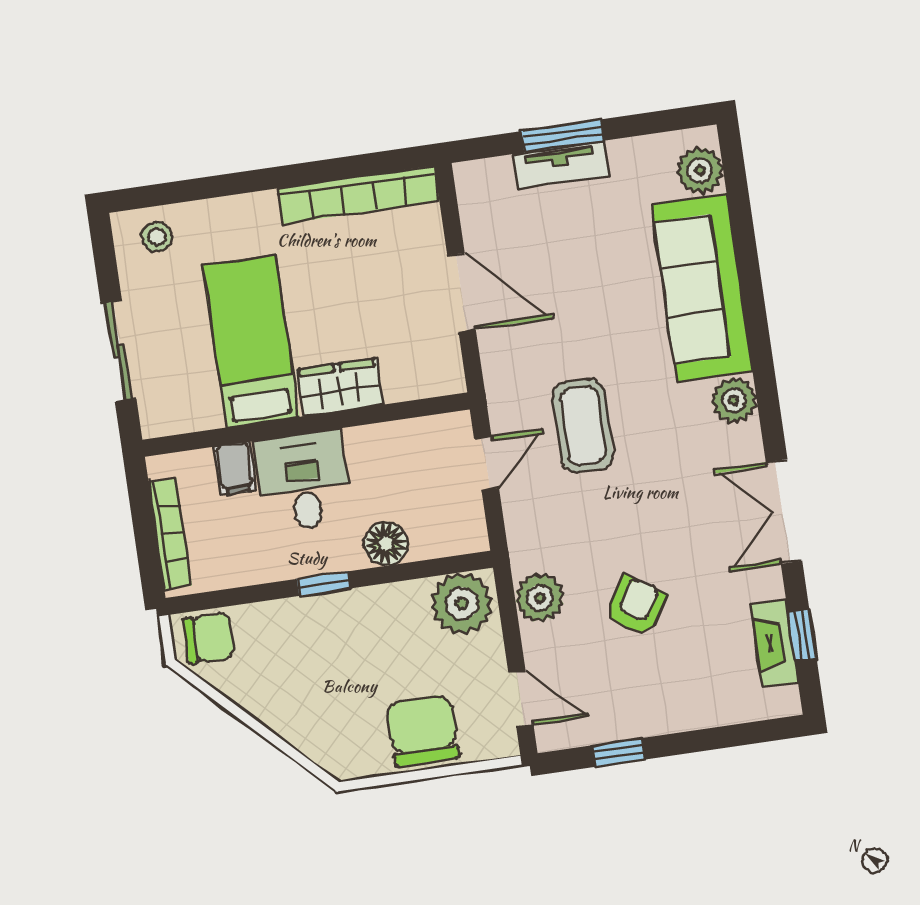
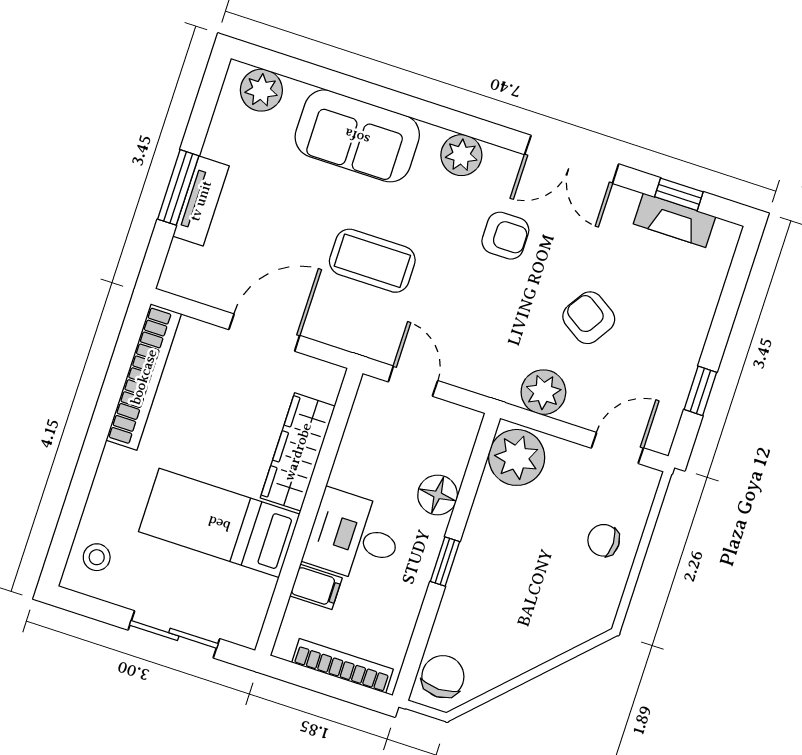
sofa: (702, 288) -> (357, 136), width x0.73
wardrobe: (340, 387) -> (298, 452), width x1.50
coffee table: (583, 426) -> (372, 261), moved
armchair: (676, 483) -> (505, 236), added
chair: (423, 730) -> (604, 540), width x0.54, depth x0.54

